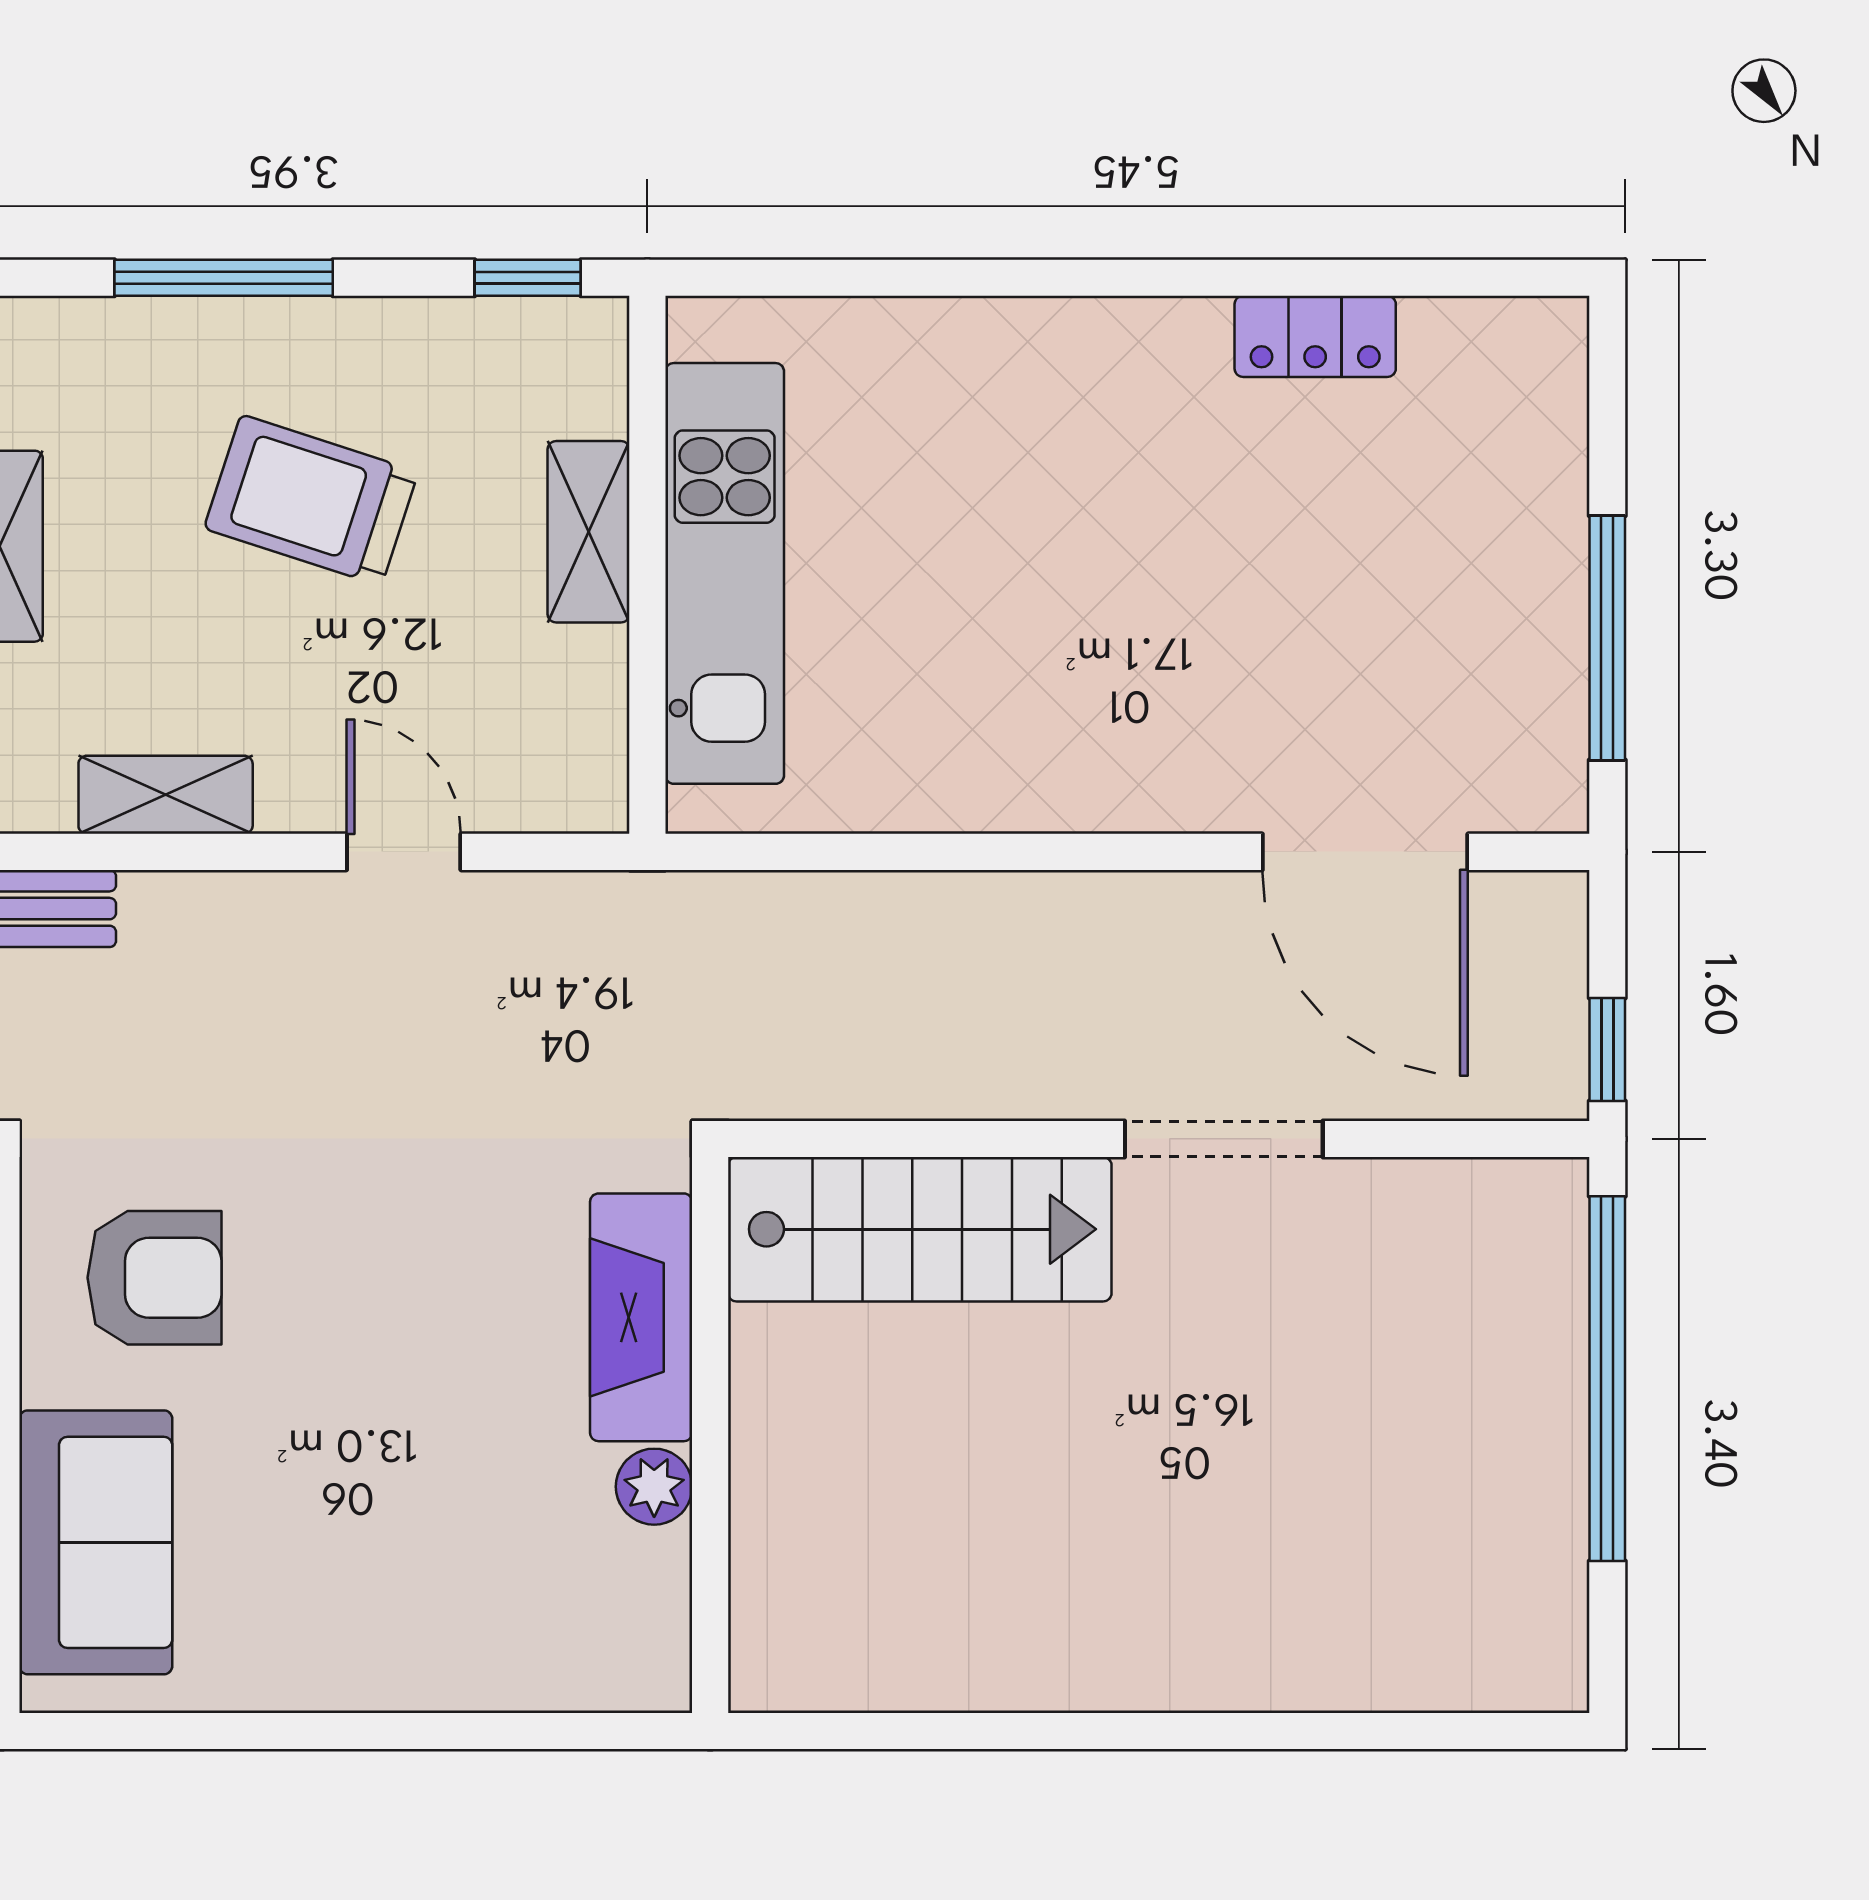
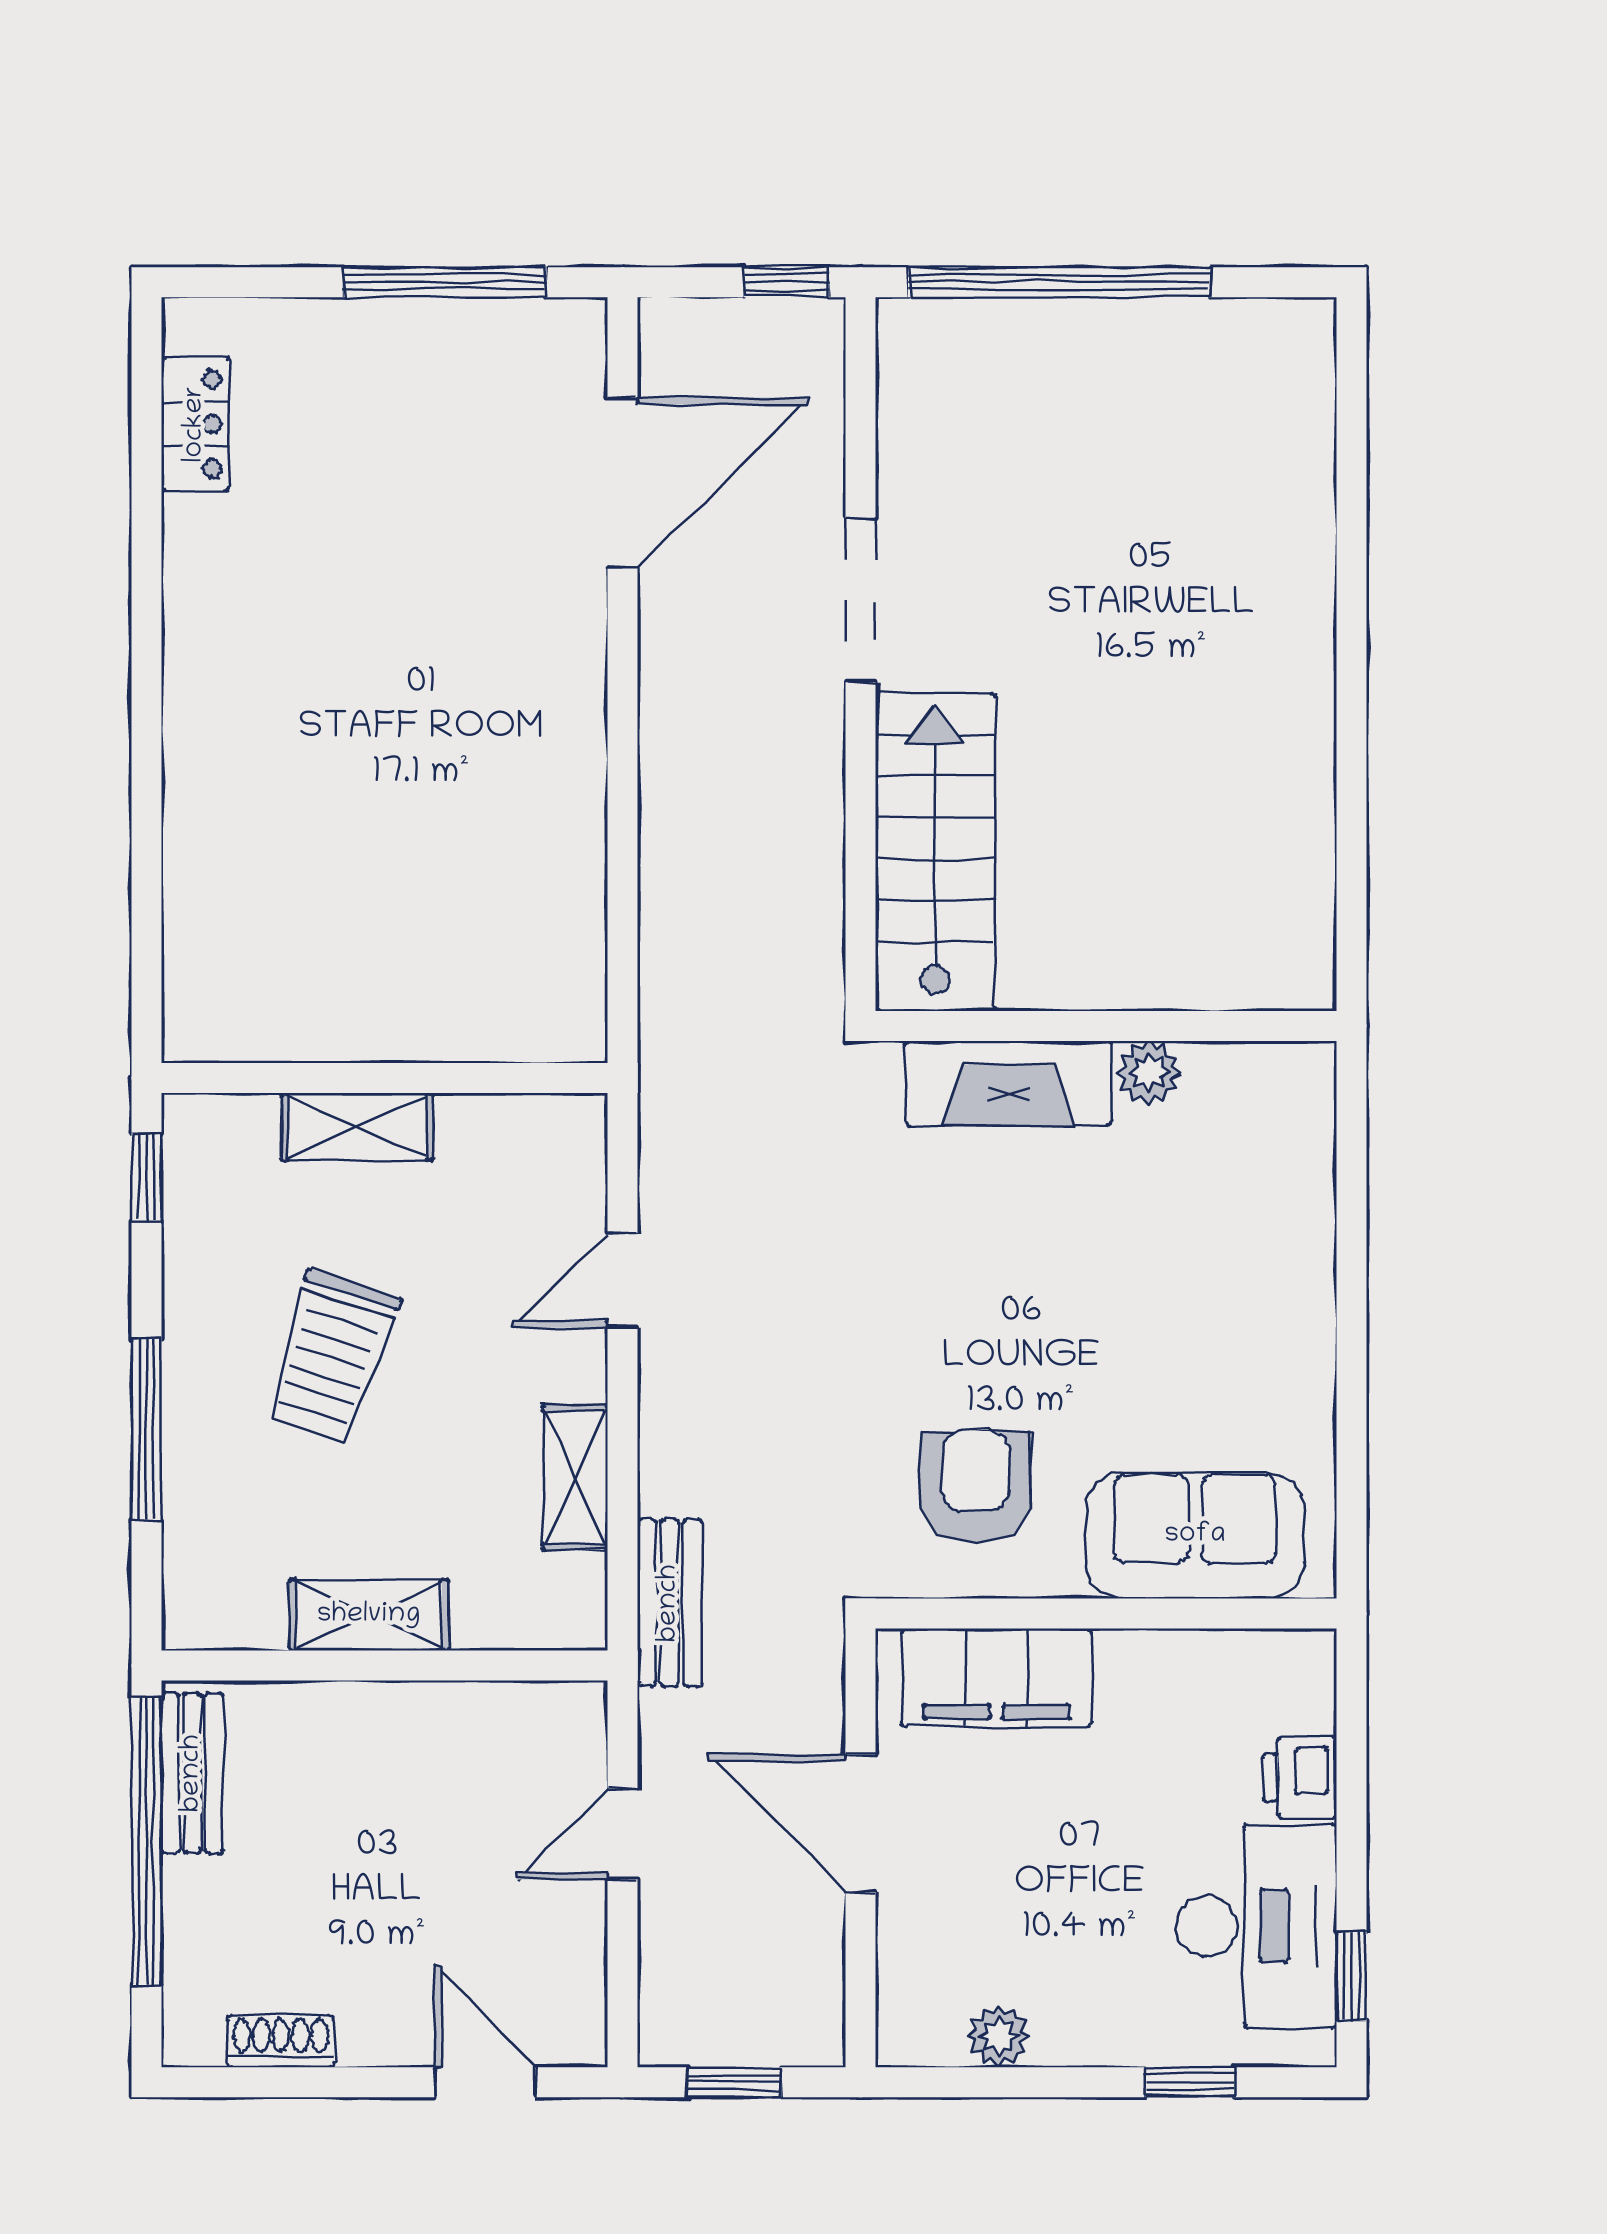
locker: (1315, 336) -> (195, 424), moved
kitchen unit: (725, 573) -> (392, 1014), removed

